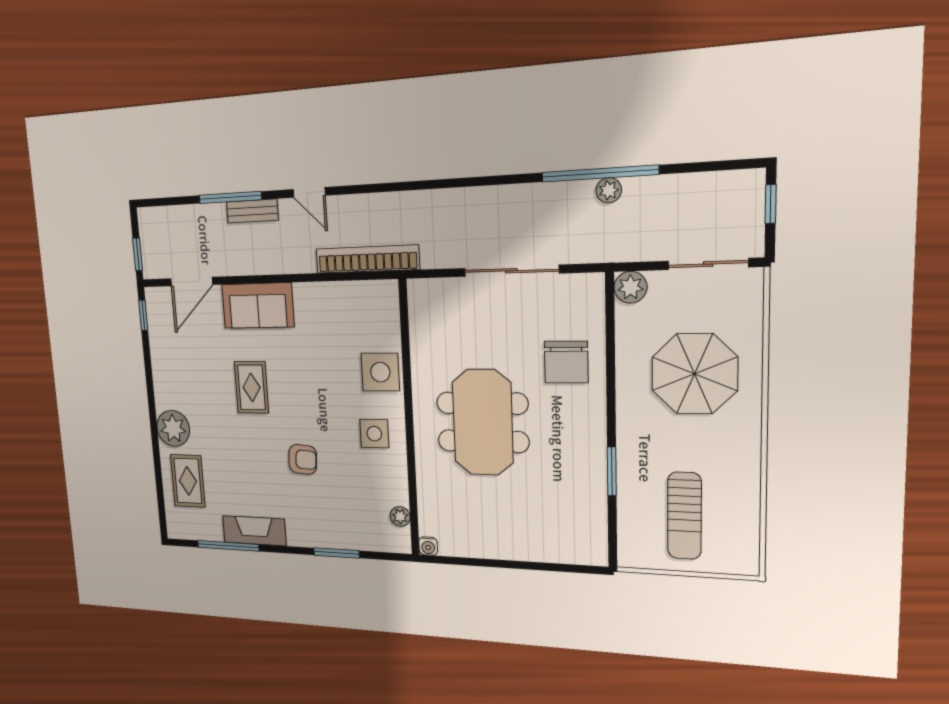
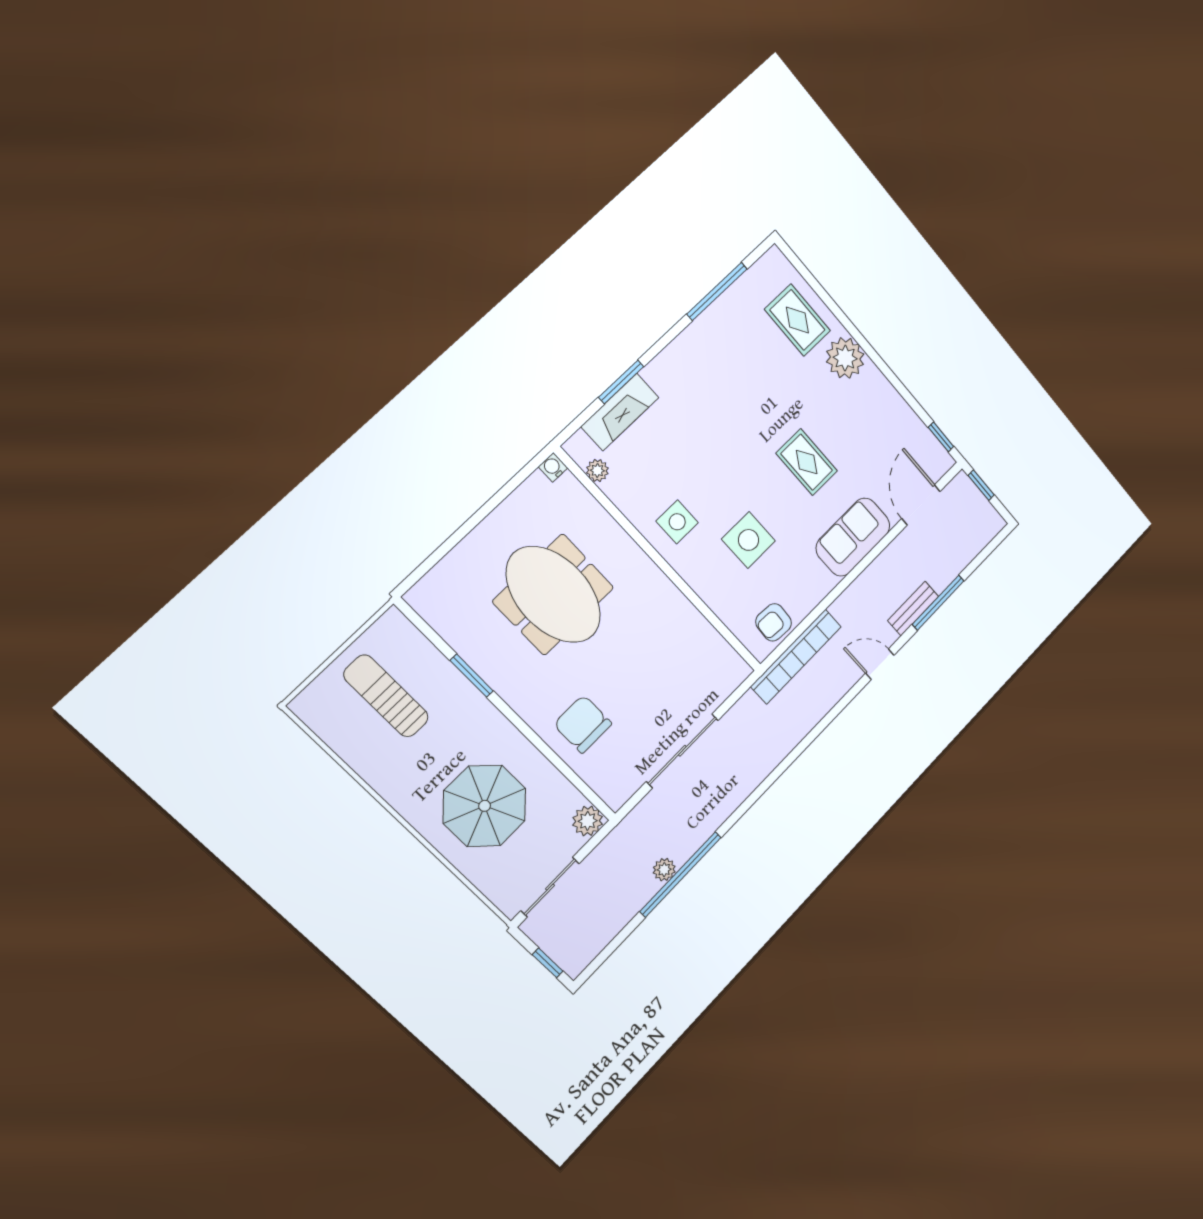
side table: (380, 372) -> (749, 540), moved
meeting table: (483, 422) -> (553, 594), moved
armchair: (303, 459) -> (774, 622), moved
fireplace: (254, 531) -> (620, 412), moved

